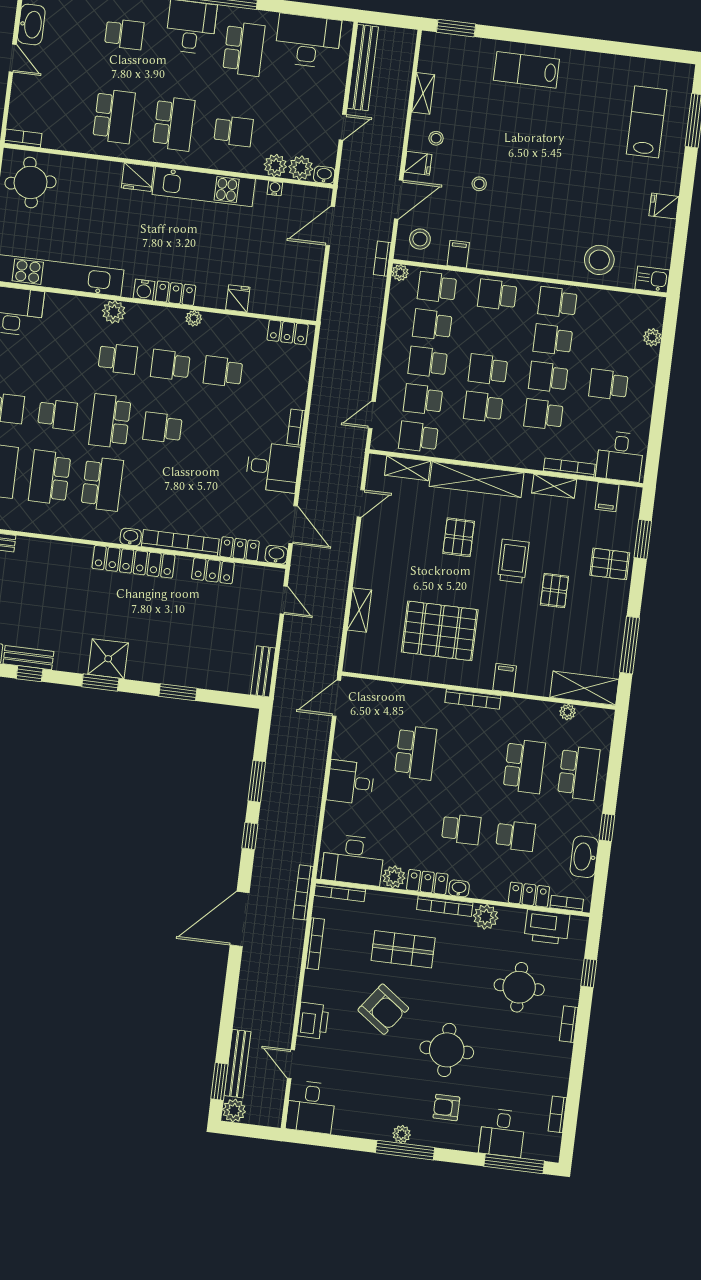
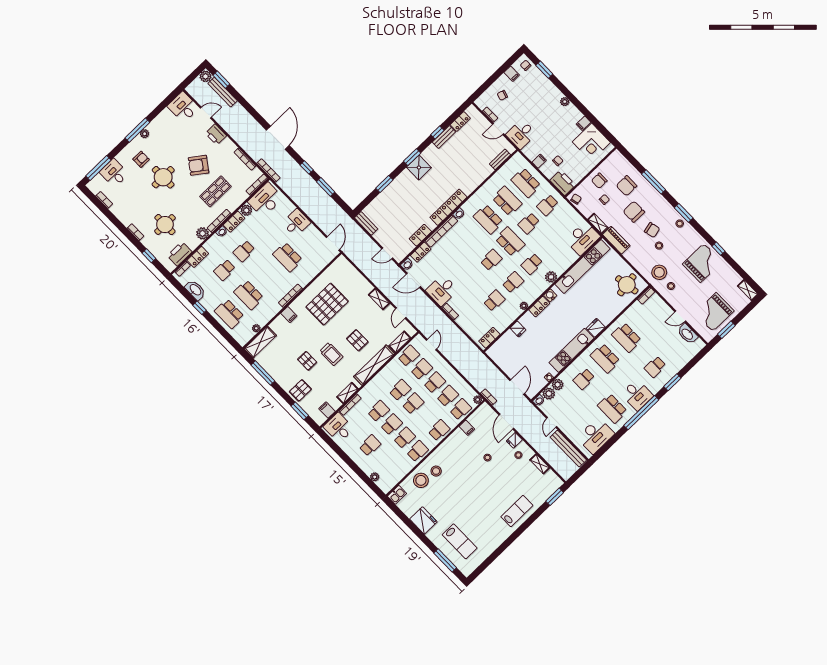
fridge: (664, 206) -> (423, 520), width x1.88, depth x1.34
stool: (420, 239) -> (436, 471), moved
shelving: (359, 610) -> (379, 299), moved

